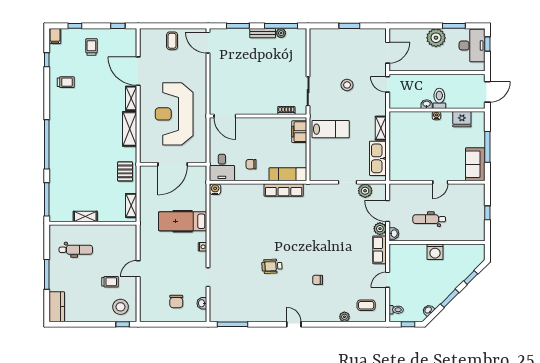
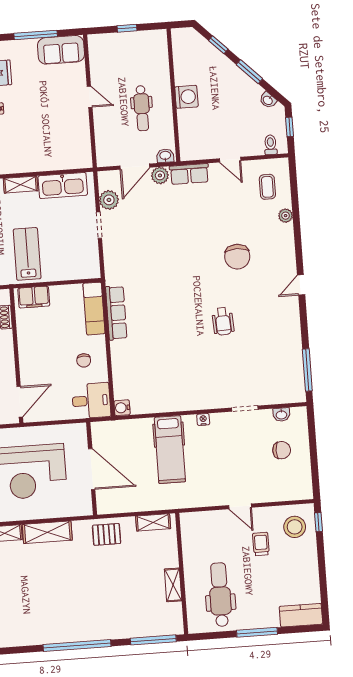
dental chair: (76, 250) -> (220, 595), width x1.36, depth x1.38
chair: (318, 280) -> (237, 257), width x1.87, depth x1.87

